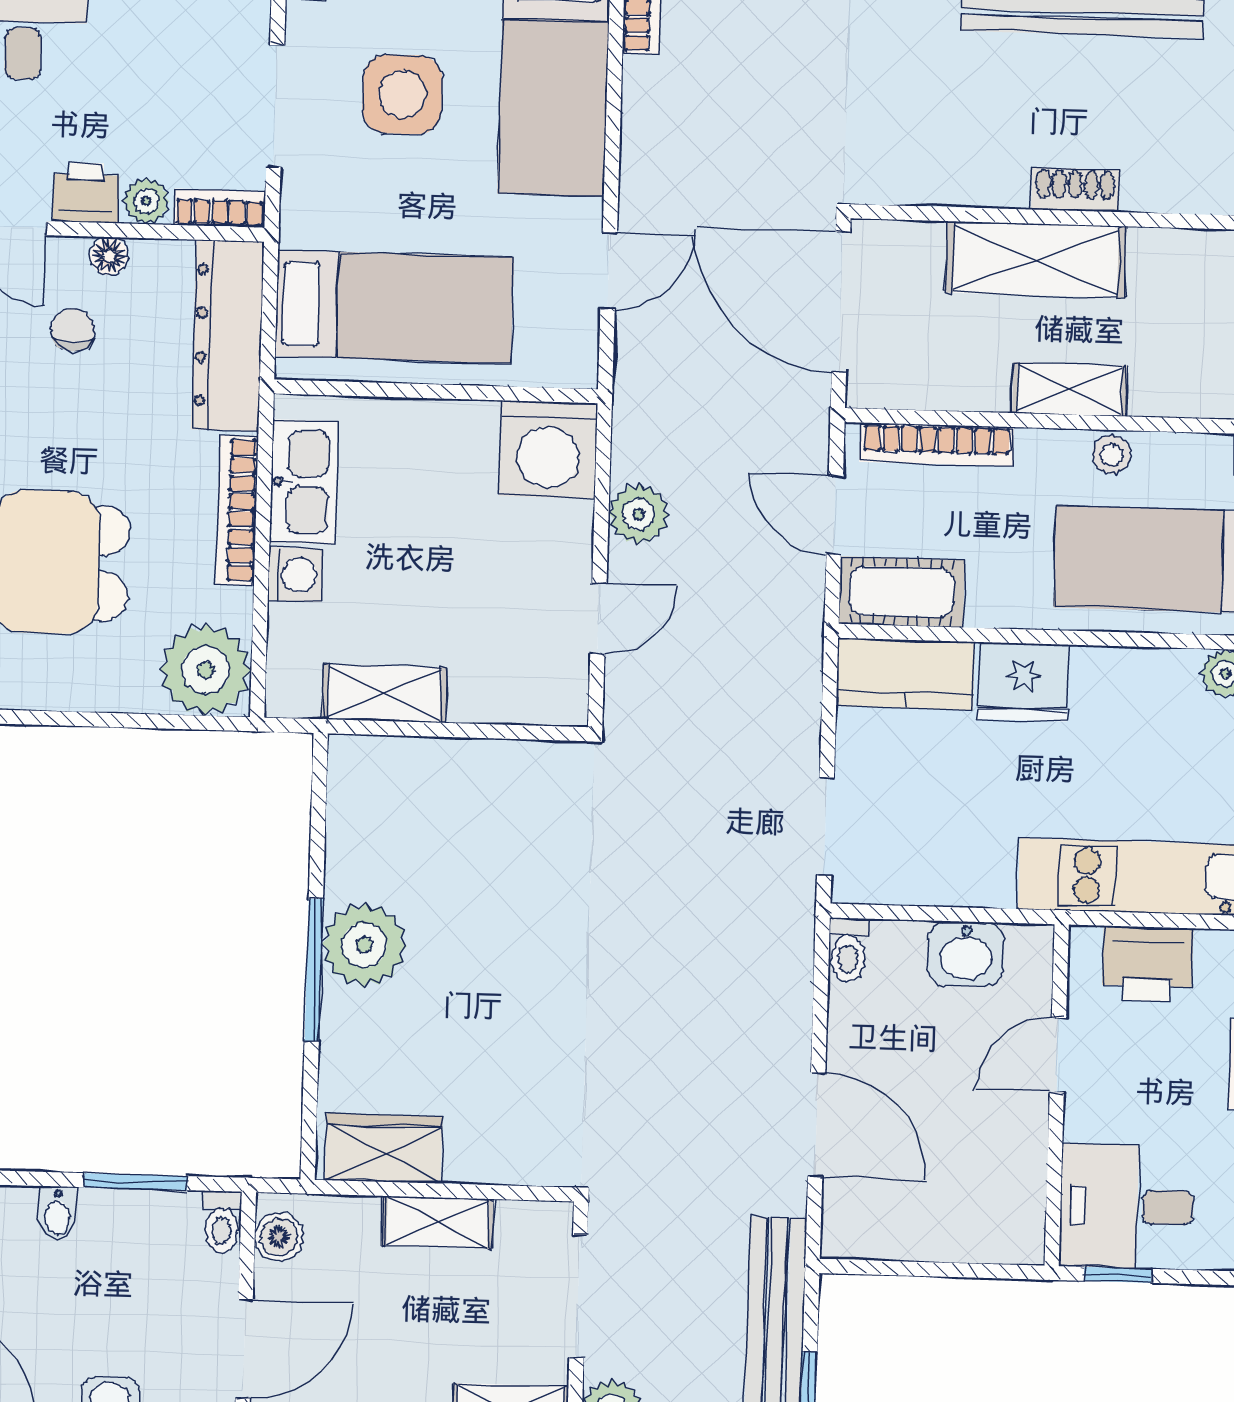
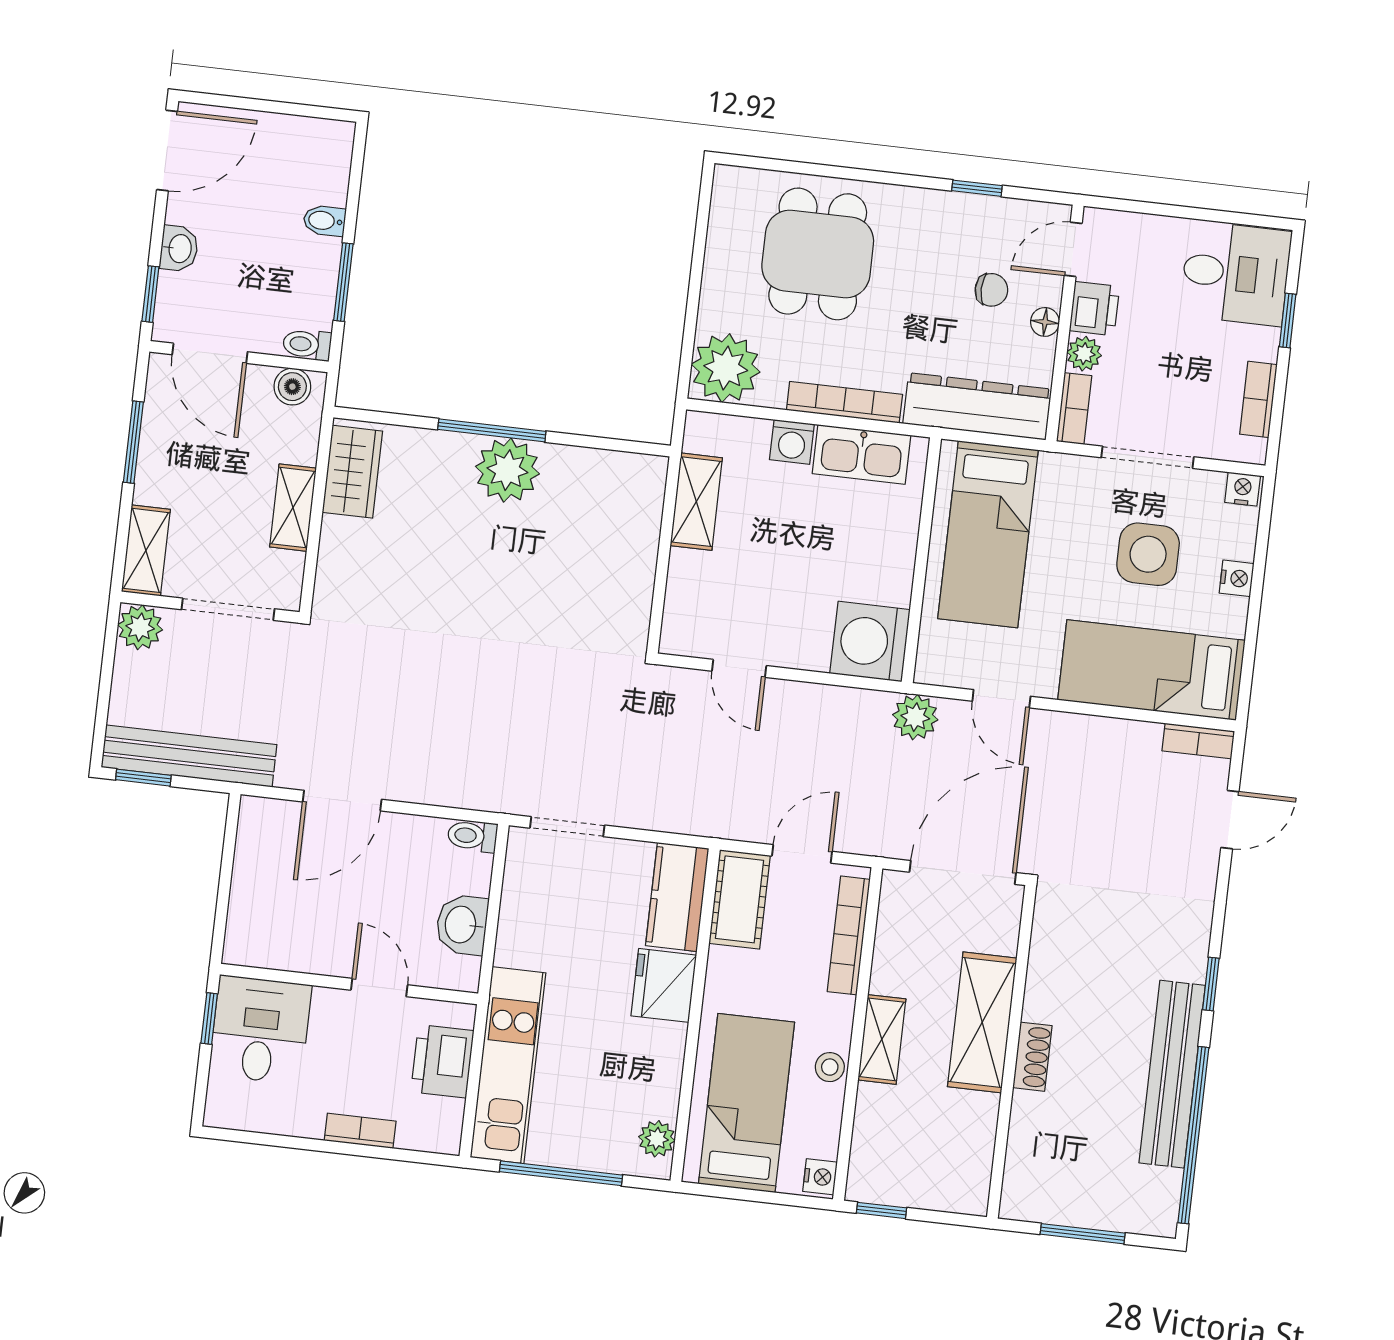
plant: (639, 514) -> (915, 717), moved

